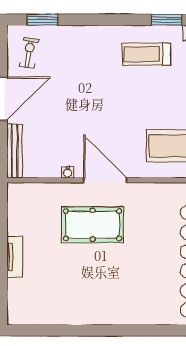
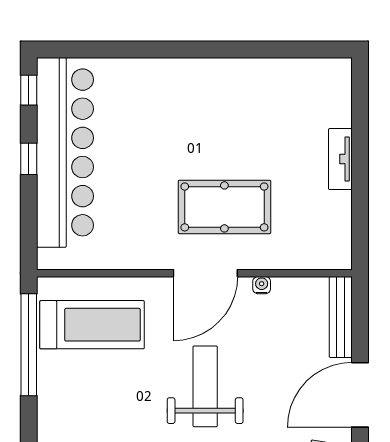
weight bench: (105, 104) -> (205, 386), added
door: (105, 180) -> (205, 273), hinge flipped

